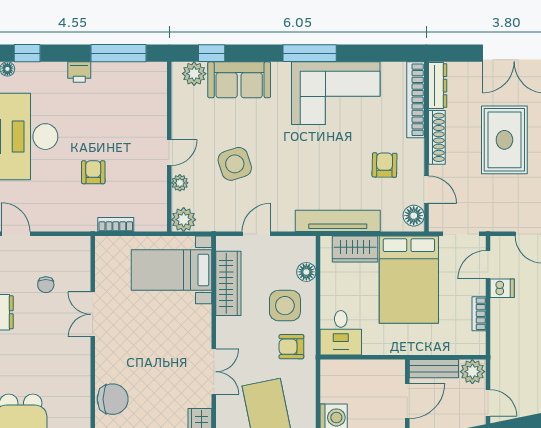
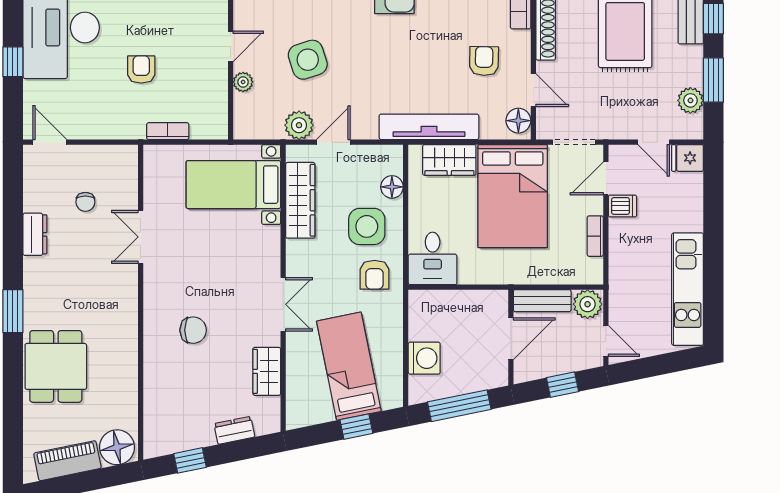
plant: (184, 220) -> (299, 125), moved
armchair: (291, 347) -> (374, 275), turned -90
chair: (113, 399) -> (193, 330), moved, width x0.73, depth x0.73

